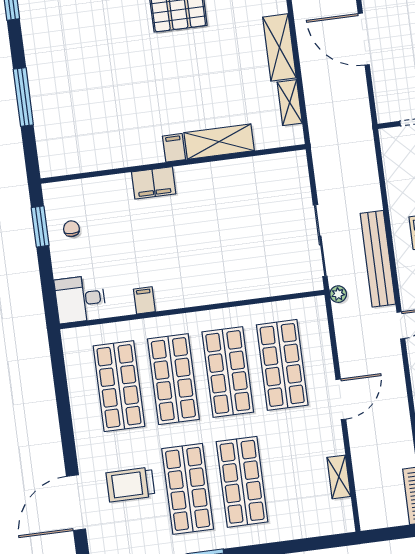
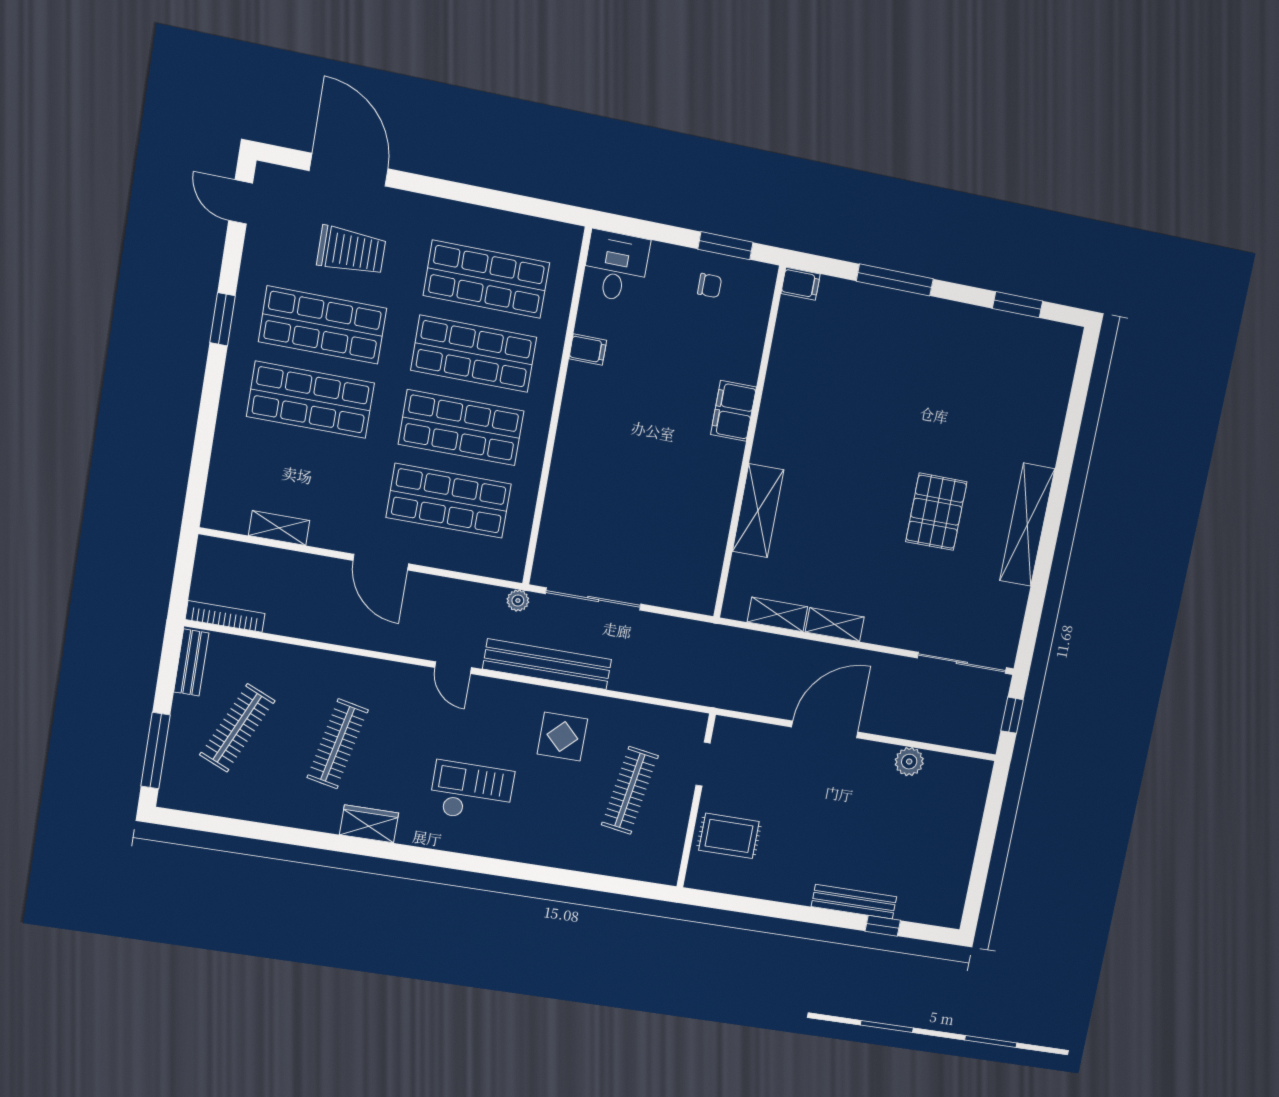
shelving: (279, 47) -> (835, 625), width x0.67, depth x0.75
filing cabinet: (174, 148) -> (801, 284), moved
trolley: (130, 485) -> (351, 251), turned 90

